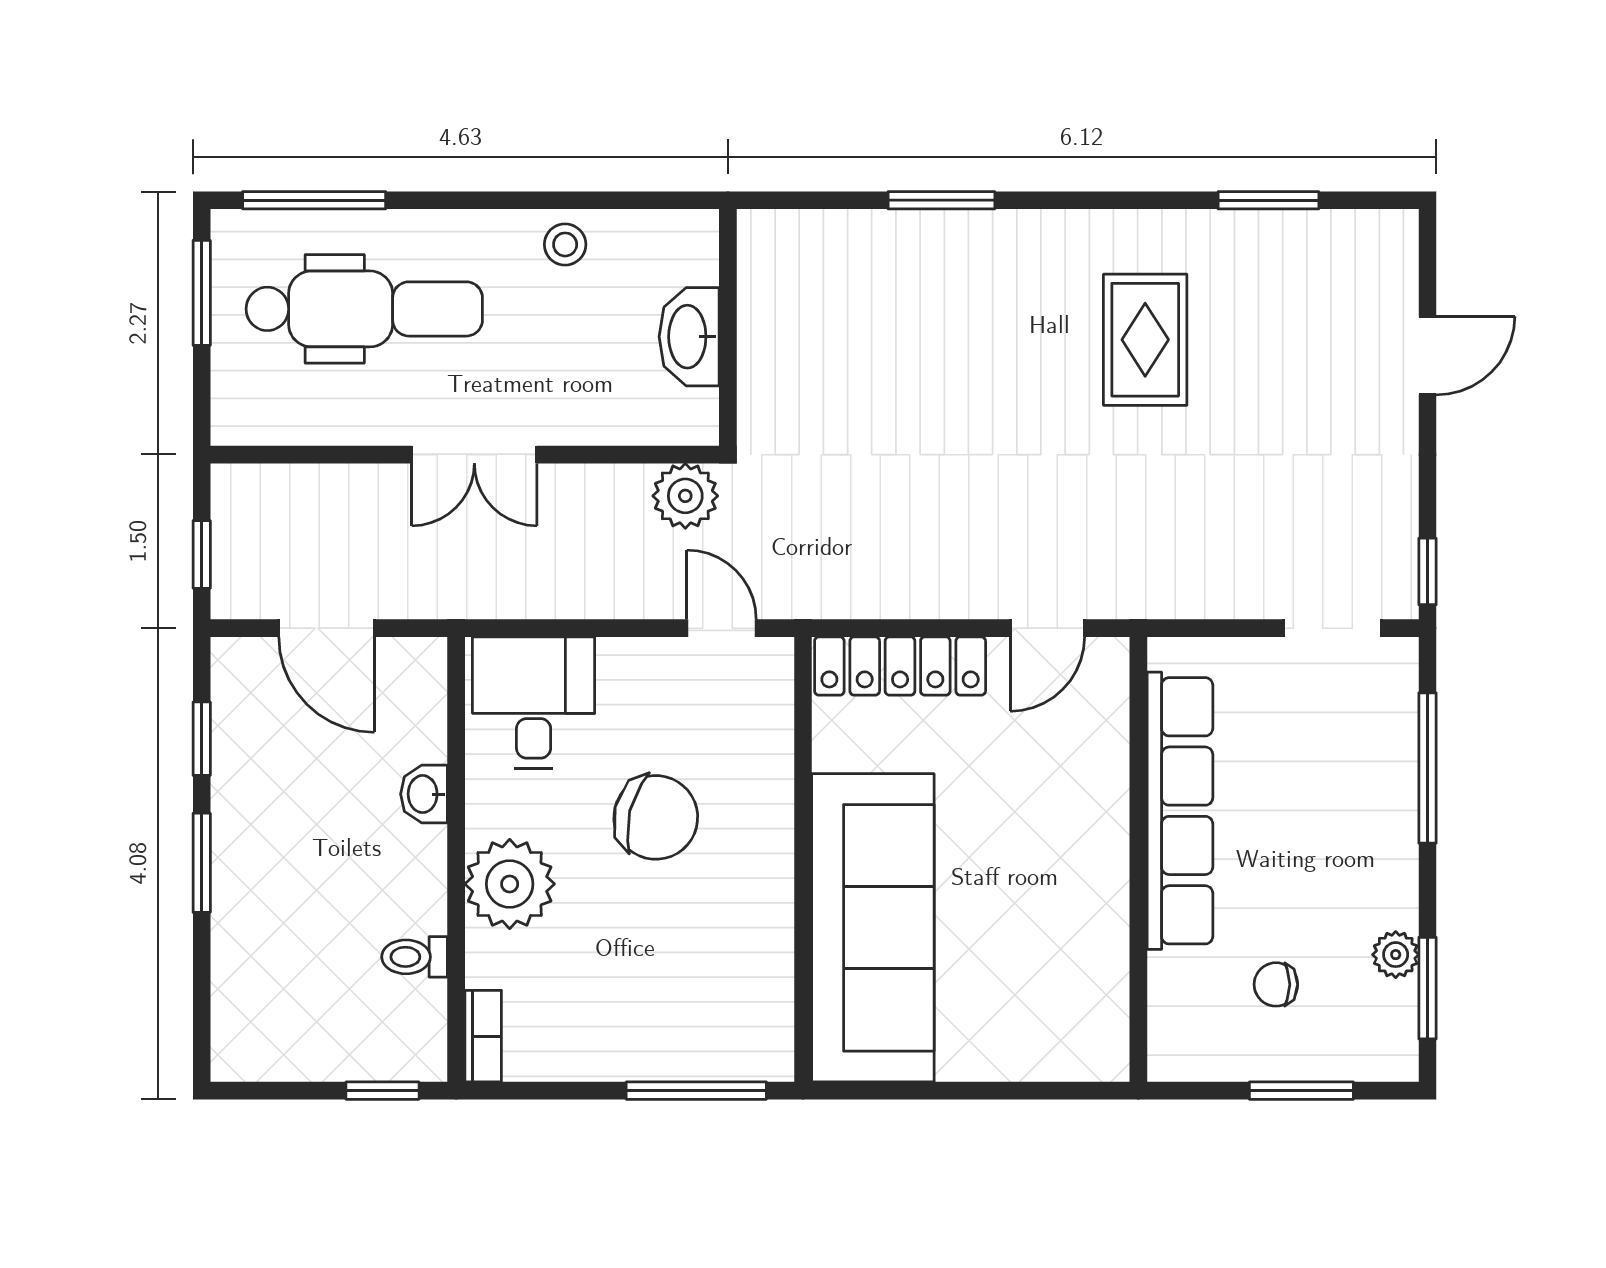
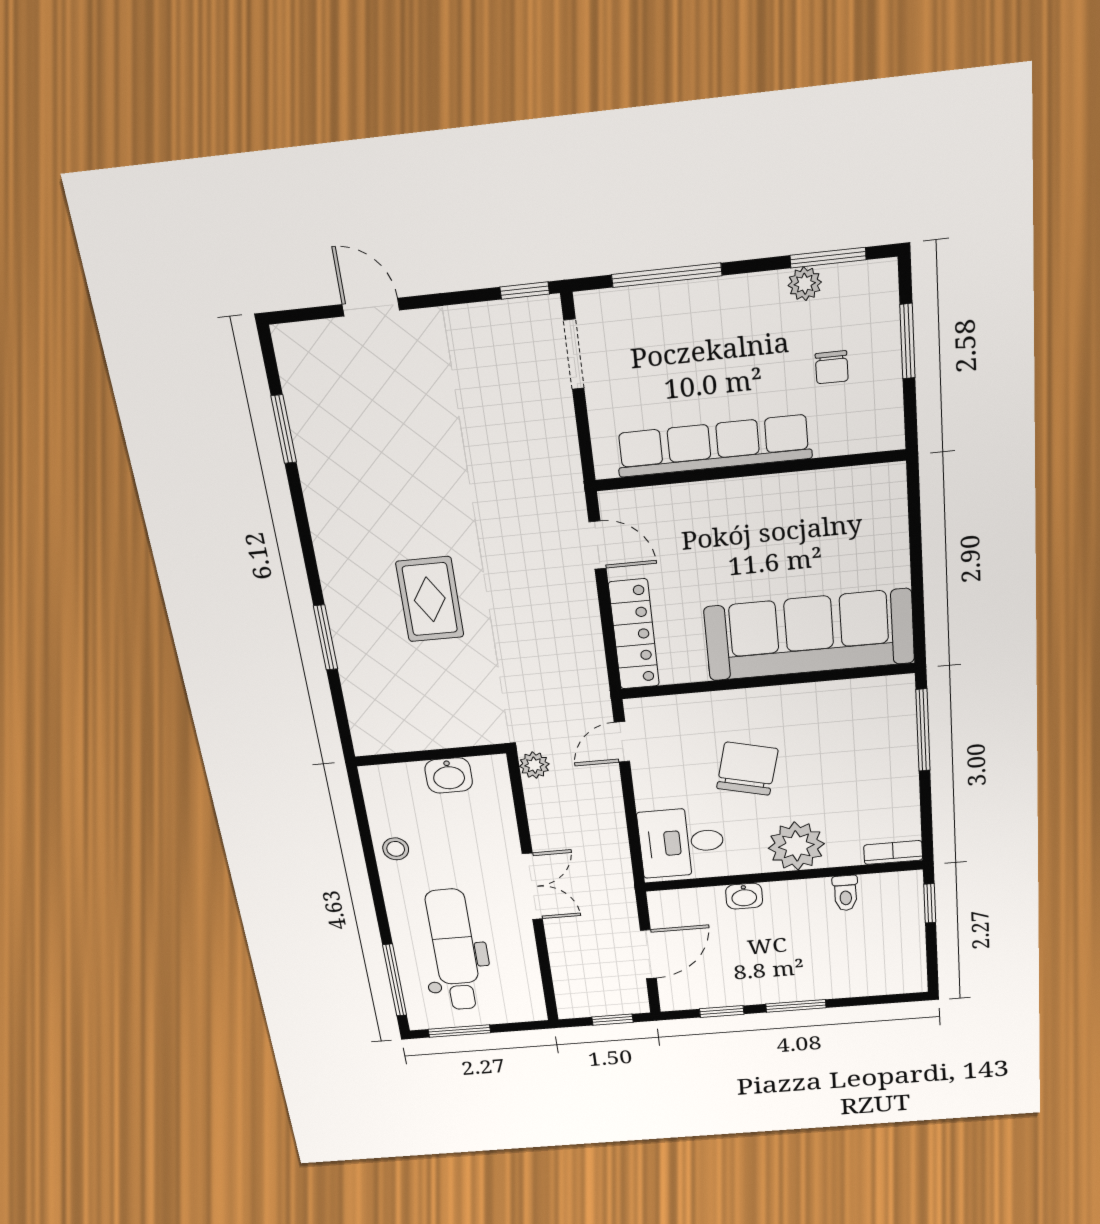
washbasin: (689, 337) -> (449, 775), width x0.72
rug: (1145, 340) -> (430, 599), moved, turned 90
plant: (685, 496) -> (534, 765), width x0.73, depth x0.73

